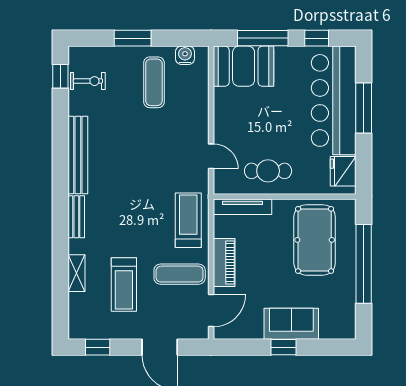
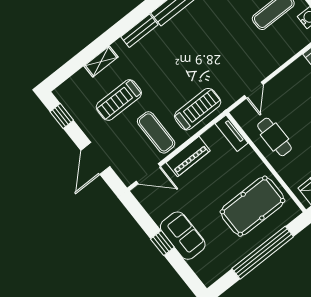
tv unit: (243, 207) -> (232, 133), width x0.71

